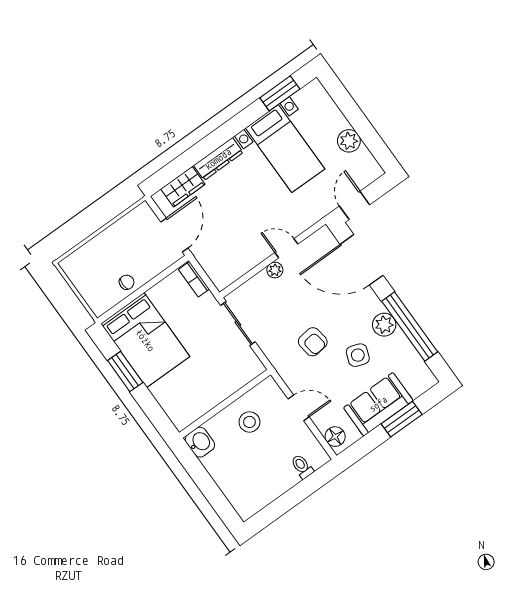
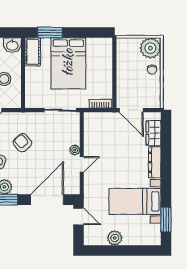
plant: (79, 267) -> (150, 48), added
chair: (127, 282) -> (152, 70), moved
bed: (145, 340) -> (68, 63), moved, turned -90
armchair: (313, 342) -> (22, 143), turned 58
window: (125, 372) -> (50, 33), moved
cot: (190, 411) -> (33, 52), added

